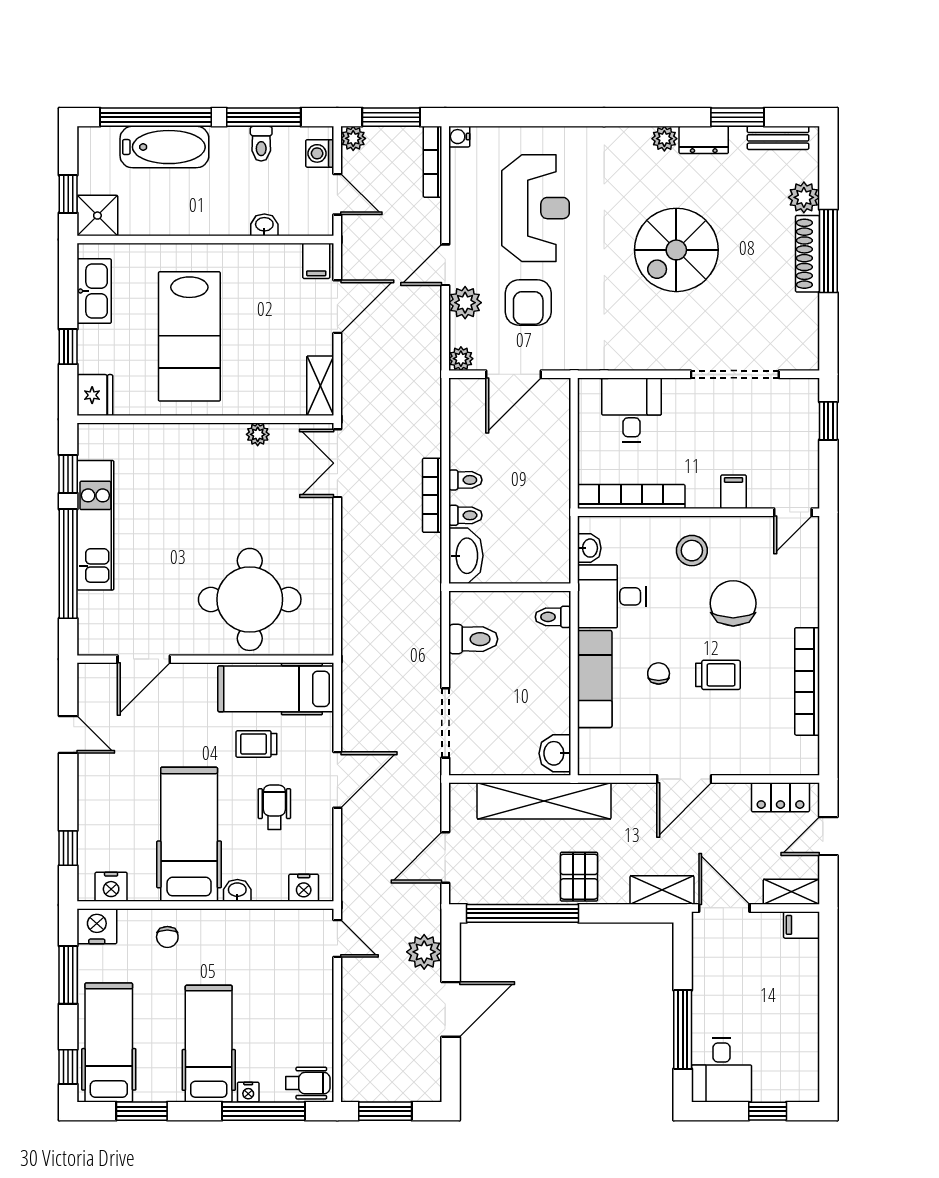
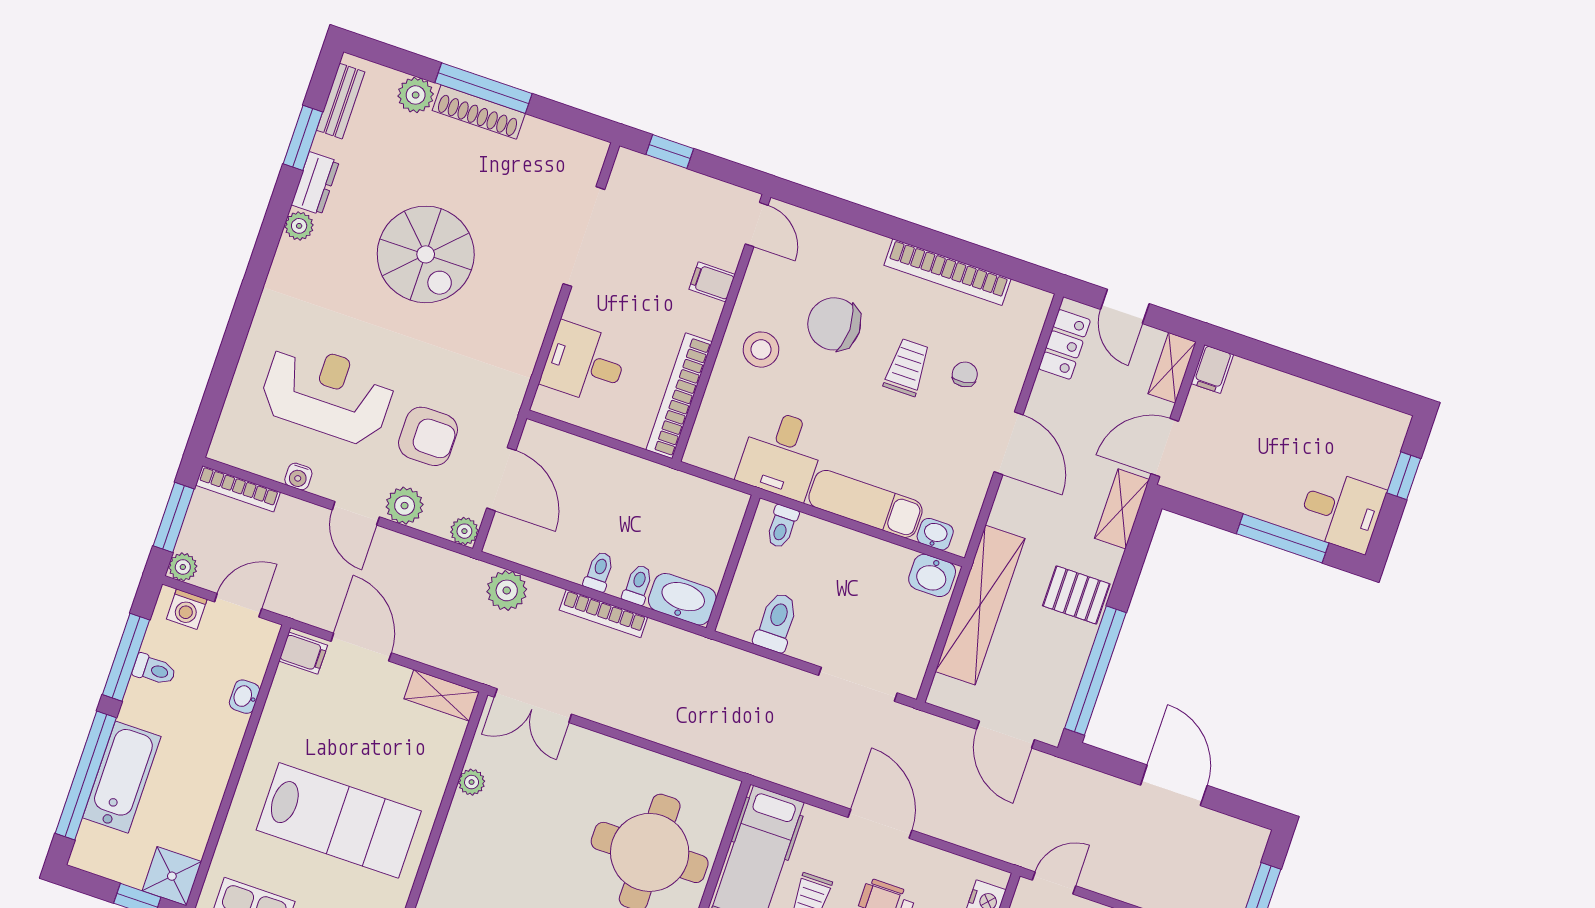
water cooler: (459, 137) -> (298, 477), moved
washbasin: (589, 548) -> (935, 534), moved
chair: (659, 673) -> (965, 374), moved, turned 82
plant: (424, 952) -> (507, 590), moved

